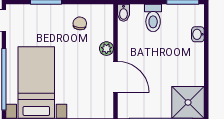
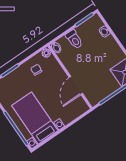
plant: (106, 49) -> (46, 53), moved
door: (116, 77) -> (76, 85), swing flipped

